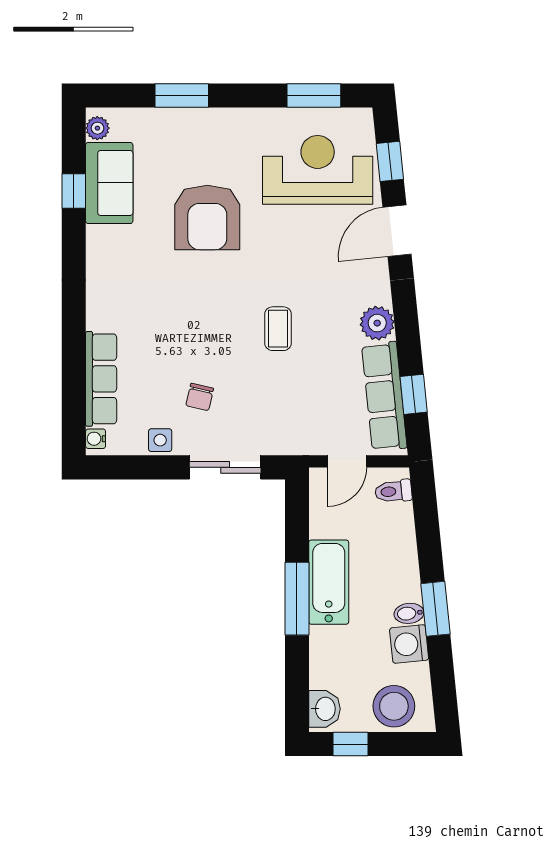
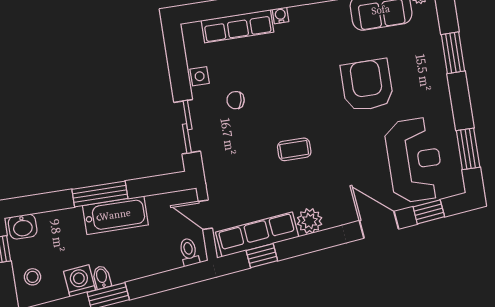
armchair: (207, 218) -> (367, 85), turned 90
water cooler: (96, 439) -> (280, 15), moved
stool: (394, 706) -> (32, 277), width x0.53, depth x0.53

